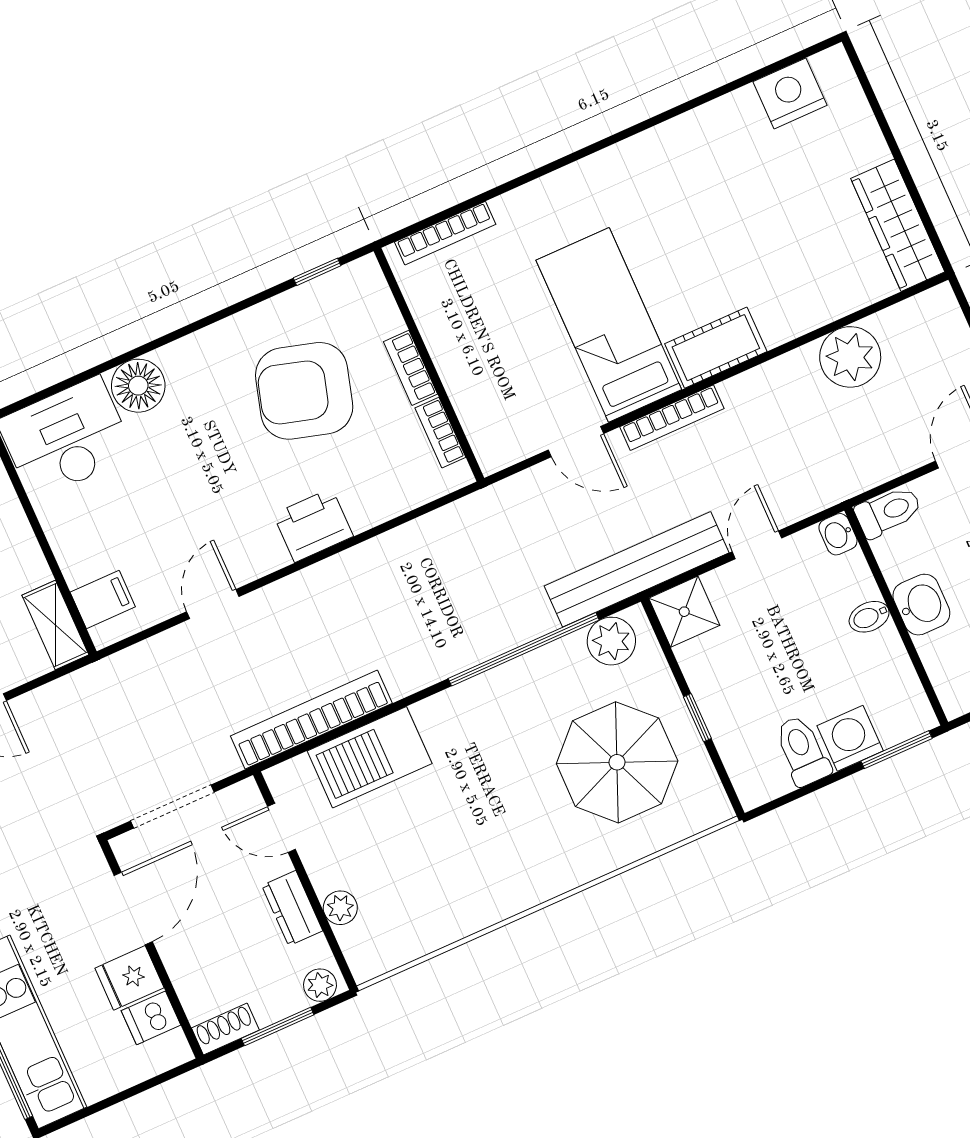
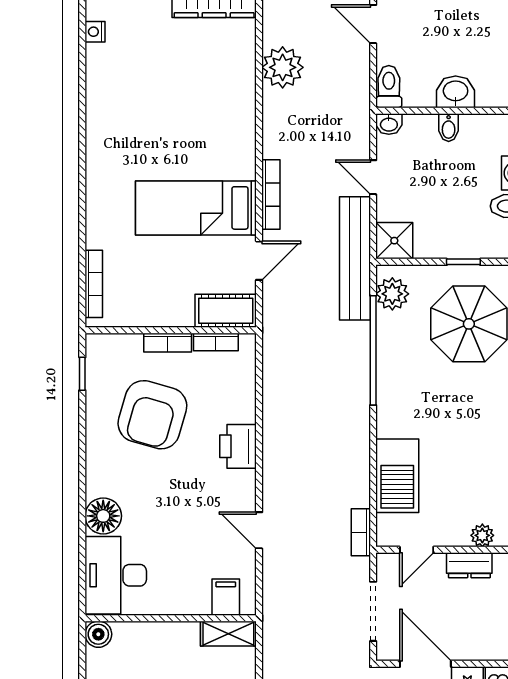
nightstand: (790, 93) -> (95, 32), width x0.53, depth x0.56
cot: (716, 348) -> (226, 311), moved, turned 90
bookcase: (311, 720) -> (361, 532), width x0.43, depth x0.76

